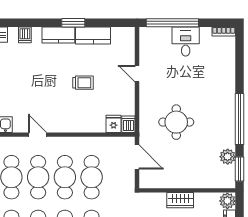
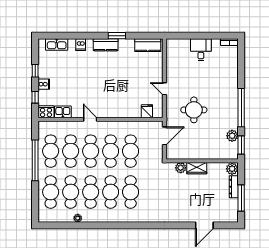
window: (172, 23) -> (191, 36), removed
kitchen counter: (93, 35) -> (148, 45), moved
door: (137, 74) -> (164, 89), moved
trolley: (83, 83) -> (124, 80), removed
dishwasher: (128, 124) -> (158, 112), removed
door: (137, 157) -> (164, 136), hinge flipped
plant: (159, 200) -> (181, 168), added

